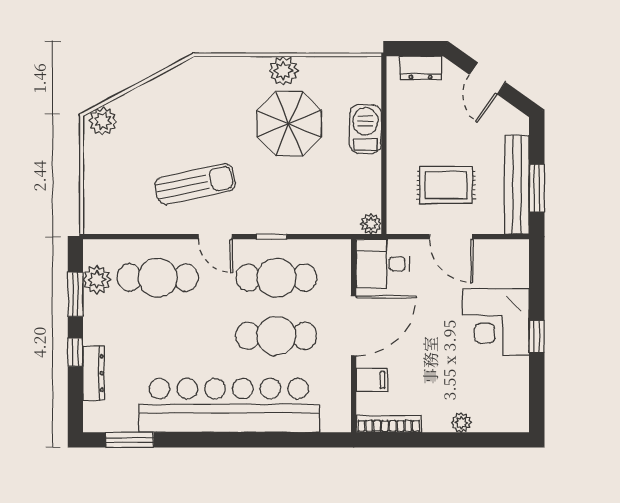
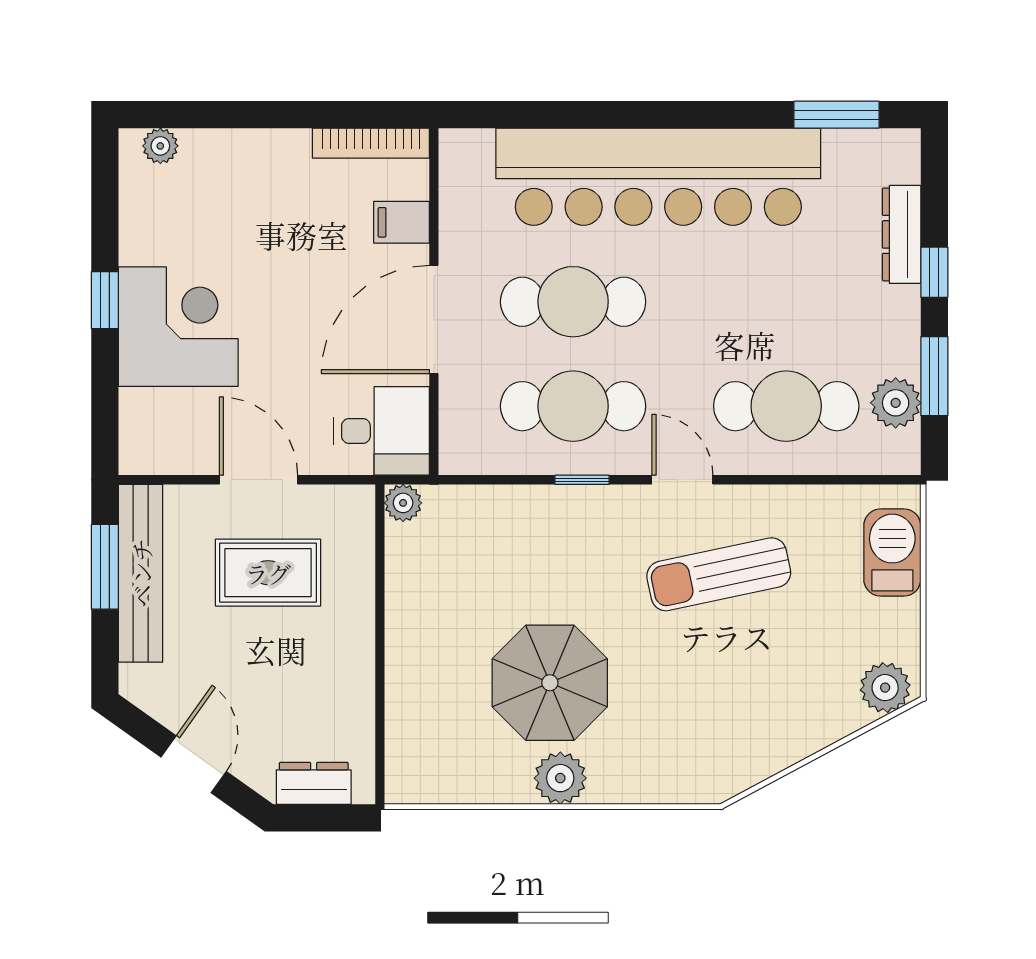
barbecue: (365, 129) -> (892, 553), moved, turned 180
plant: (461, 422) -> (160, 146), moved

